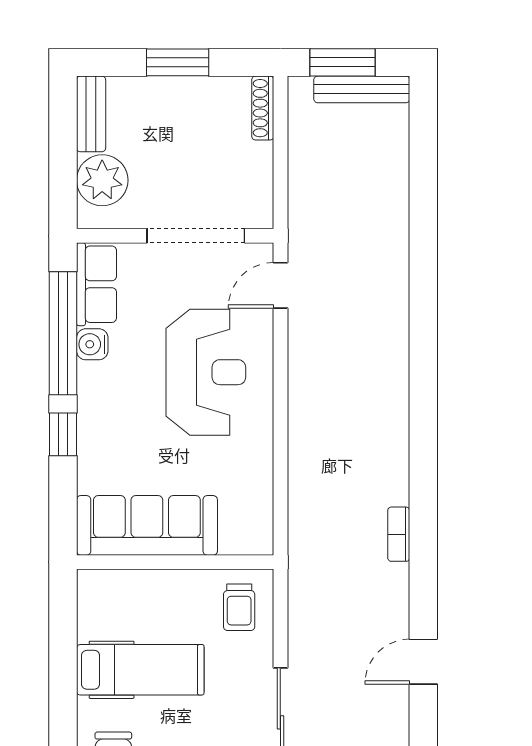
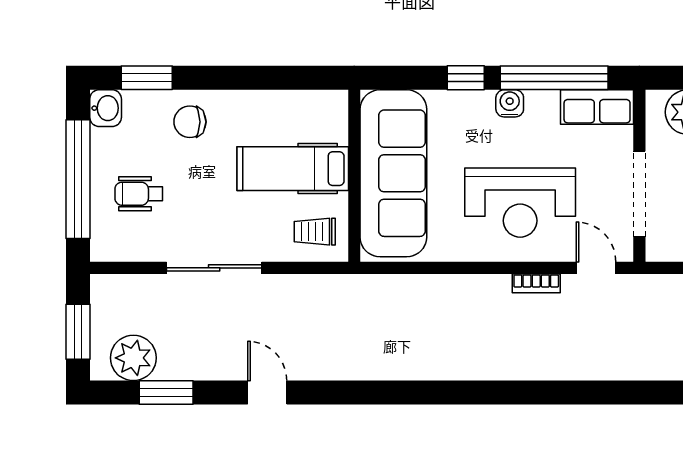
water cooler: (92, 344) -> (510, 103), moved
sofa: (147, 525) -> (393, 173), width x1.36, depth x1.27
bookcase: (399, 534) -> (536, 283), moved, turned 180
hospital bed: (140, 670) -> (293, 169), moved, turned 90

